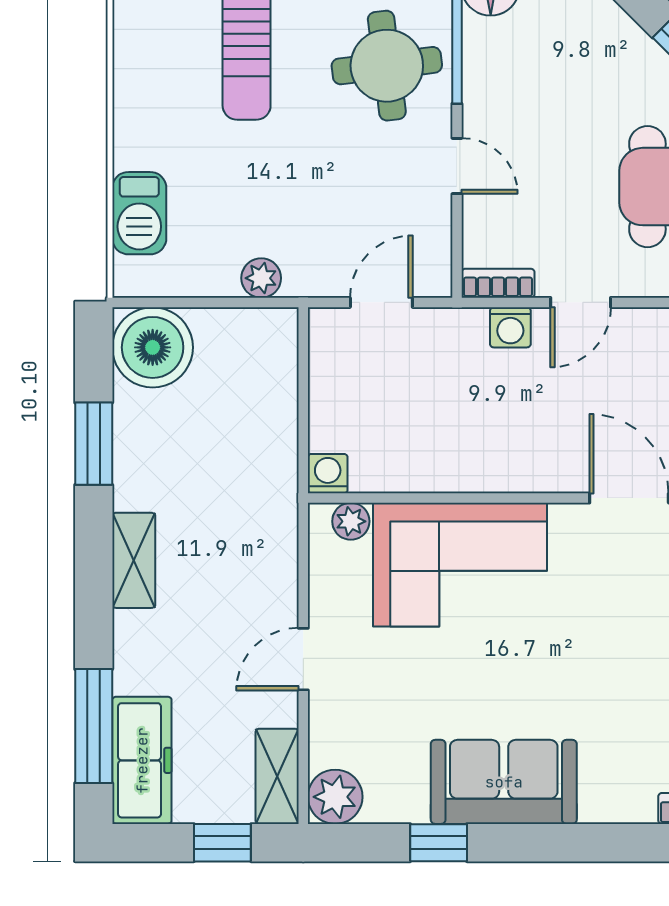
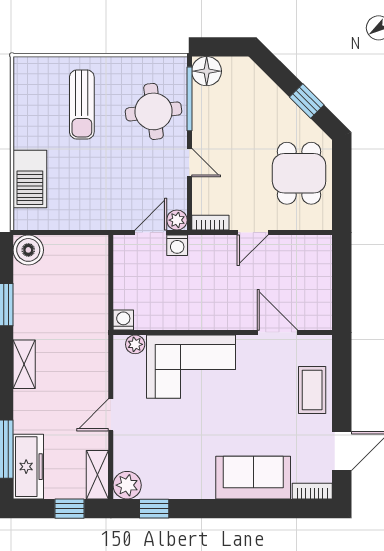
barbecue: (139, 213) -> (30, 179), width x1.37, depth x1.21
plant: (261, 278) -> (177, 220), moved
washing machine: (510, 327) -> (177, 245), moved
boiler: (153, 347) -> (28, 250), width x0.73, depth x0.73
sofa: (504, 782) -> (253, 478), moved
window: (439, 843) -> (154, 509), moved

